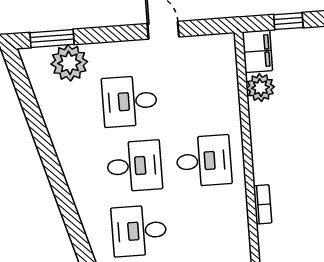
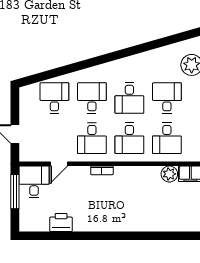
desk: (199, 96) -> (167, 138), added
desk: (209, 226) -> (92, 138), added

